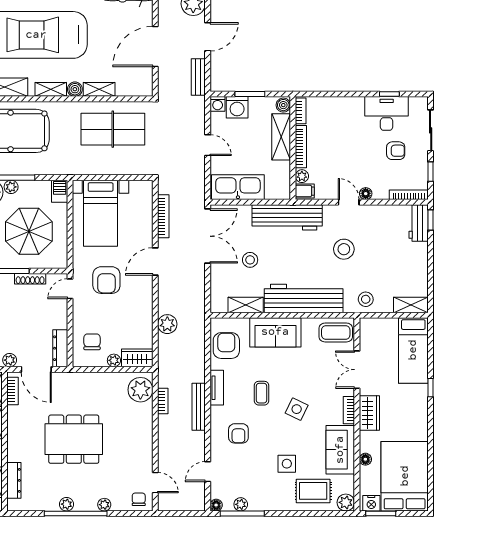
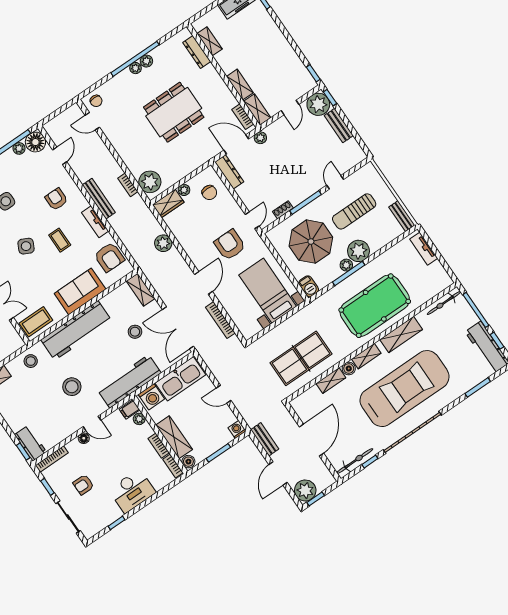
washing machine: (237, 107) -> (151, 397), moved, turned 180
desk: (387, 113) -> (132, 491), moved
bookcase: (301, 147) -> (159, 446), width x0.64
shoe rack: (30, 279) -> (283, 210), width x0.70
shelving: (246, 305) -> (141, 290), moved, turned 90
plant: (104, 505) -> (135, 68), moved
floor lamp: (216, 505) -> (35, 142), width x1.89, depth x1.89

